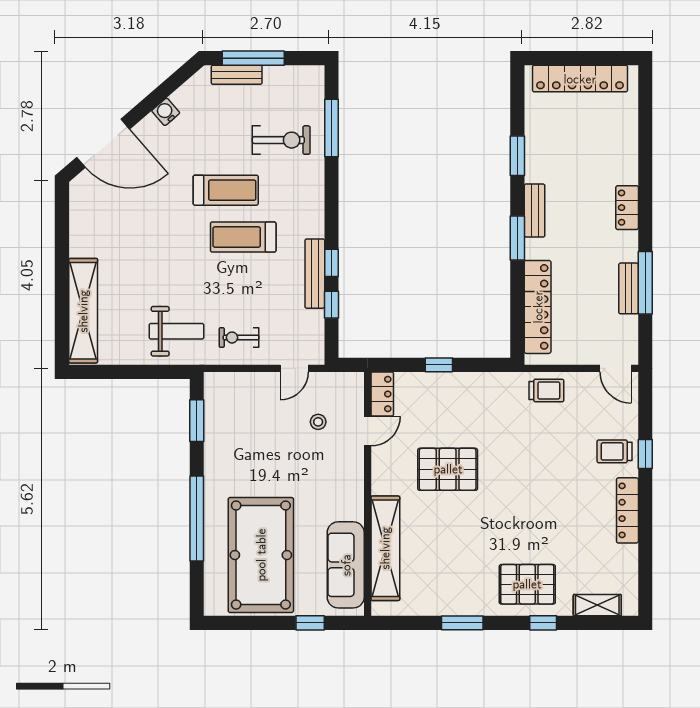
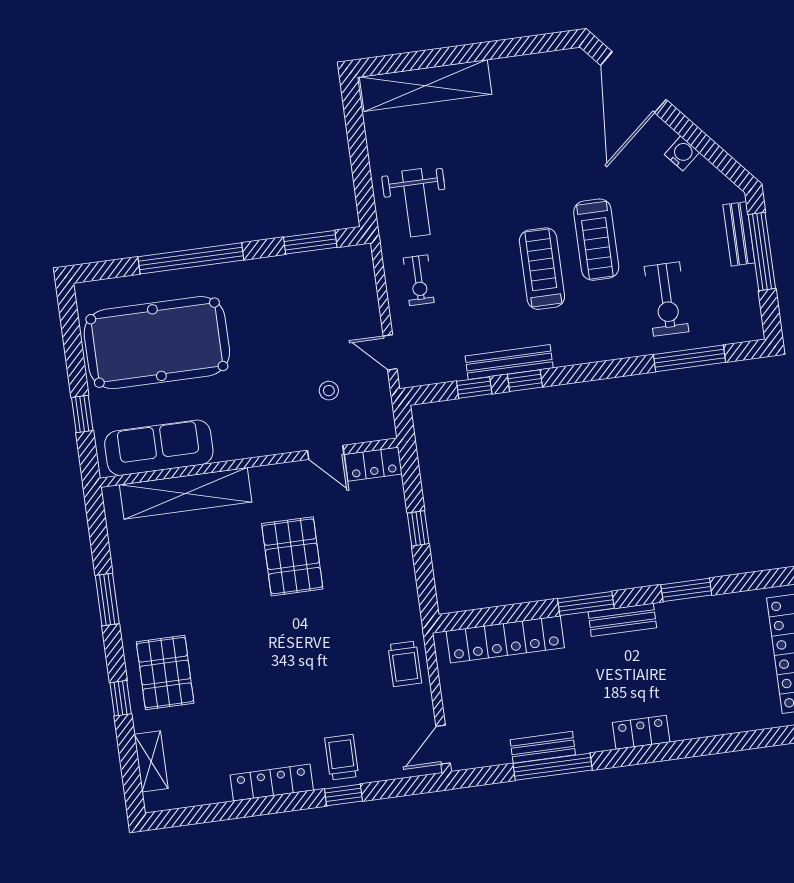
exercise bike: (239, 338) -> (419, 280), turned 180

